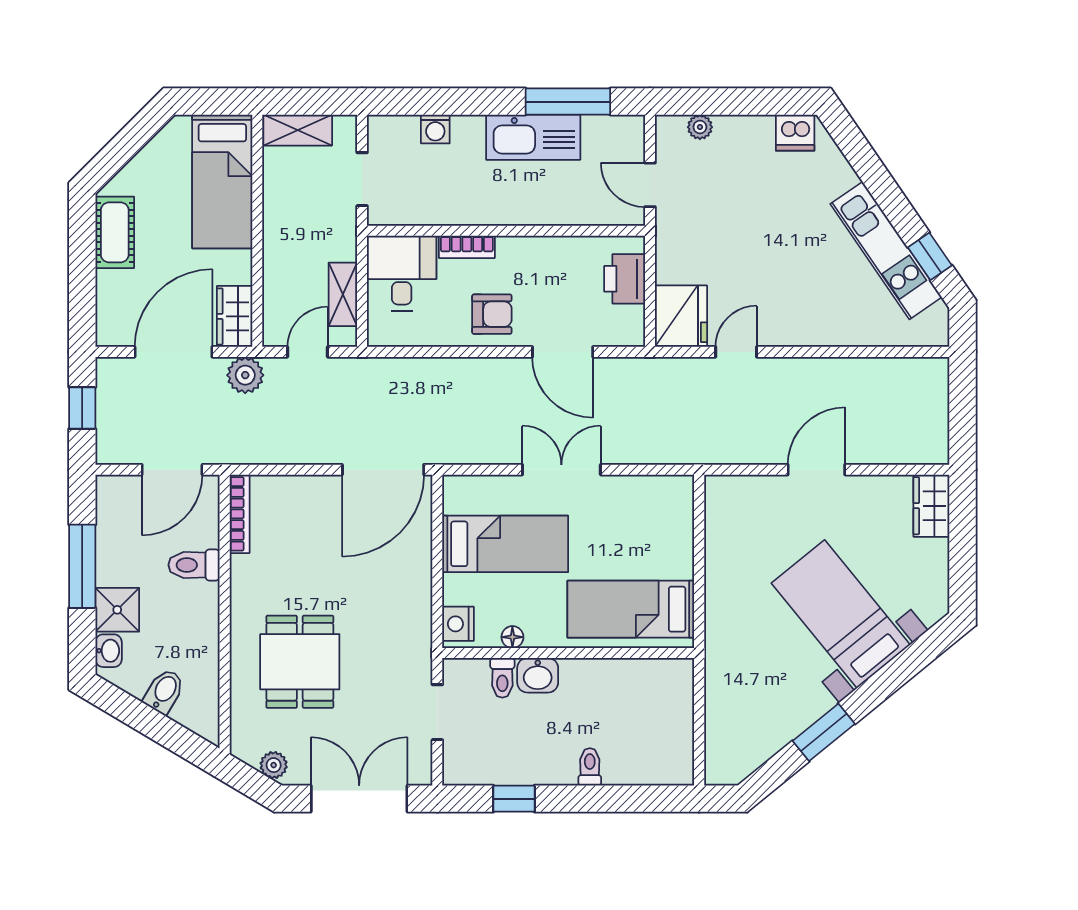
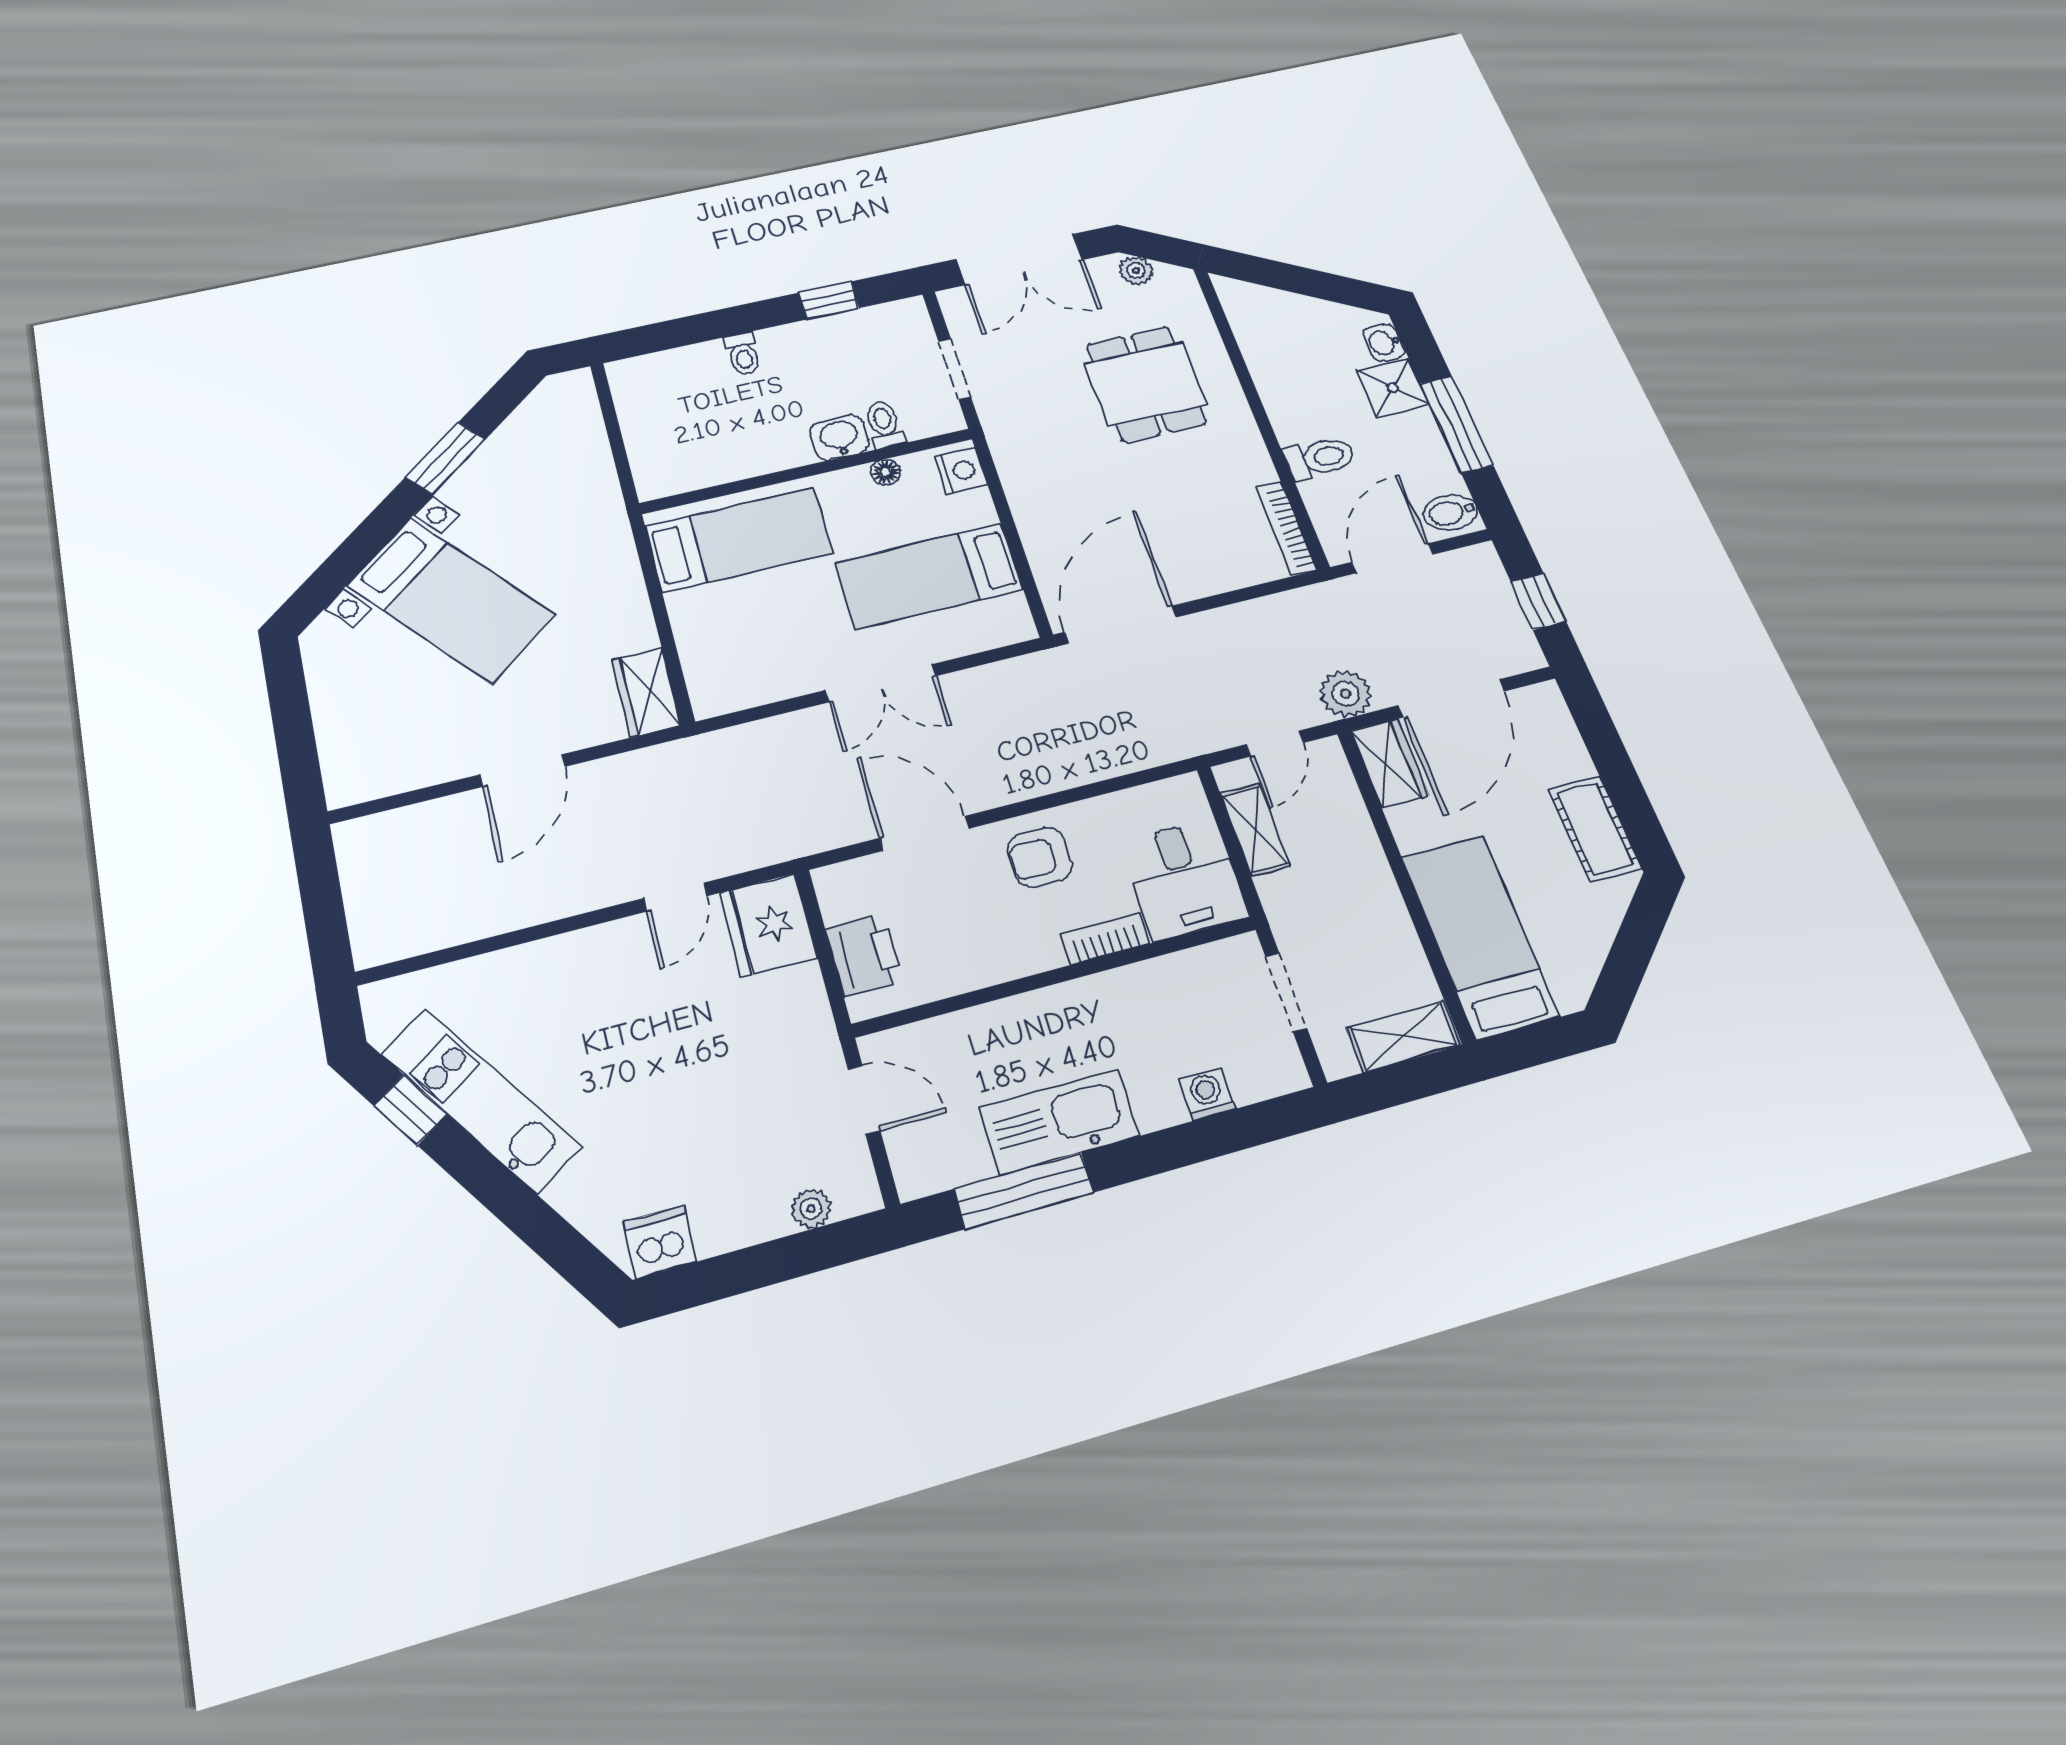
wardrobe: (931, 506) -> (646, 693), moved, turned 180
bidet: (164, 691) -> (1450, 512), moved, turned 59

